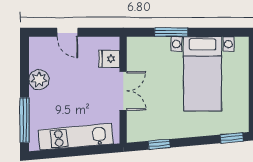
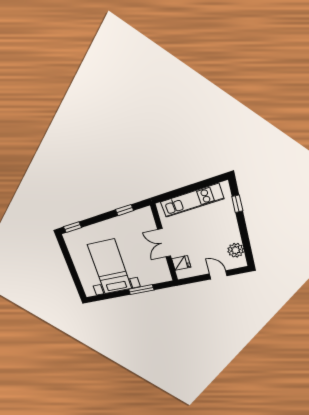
plant: (39, 80) -> (236, 250), moved
window: (25, 120) -> (237, 204), width x0.46

